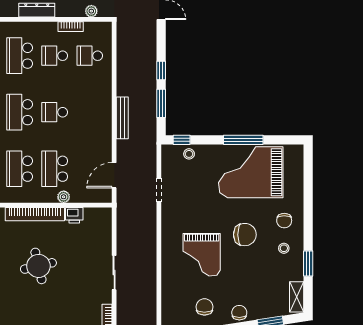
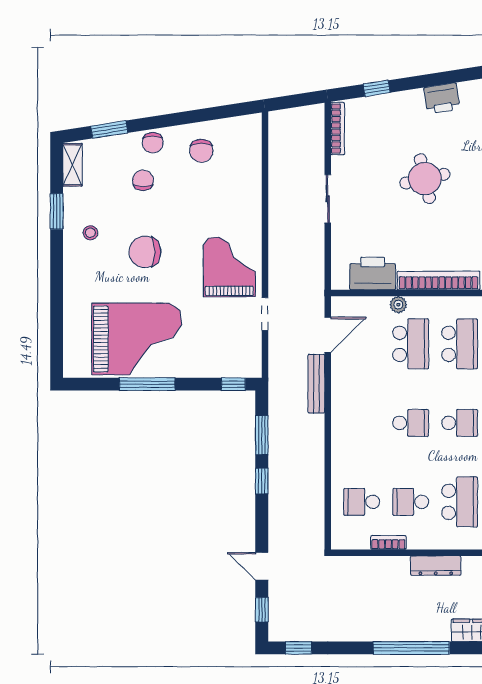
plant: (91, 11) -> (360, 564), removed
school desk: (55, 56) -> (411, 502), turned 180
school desk: (90, 56) -> (362, 502), turned 180
school desk: (20, 112) -> (460, 423), width x0.54
bench: (122, 118) -> (316, 384), moved
stool: (189, 154) -> (223, 365), removed
printer: (74, 215) -> (373, 274), width x1.87, depth x1.48
chair: (284, 221) -> (143, 180), moved
grand piano: (202, 255) -> (229, 267), moved
round table: (38, 266) -> (425, 179), moved

